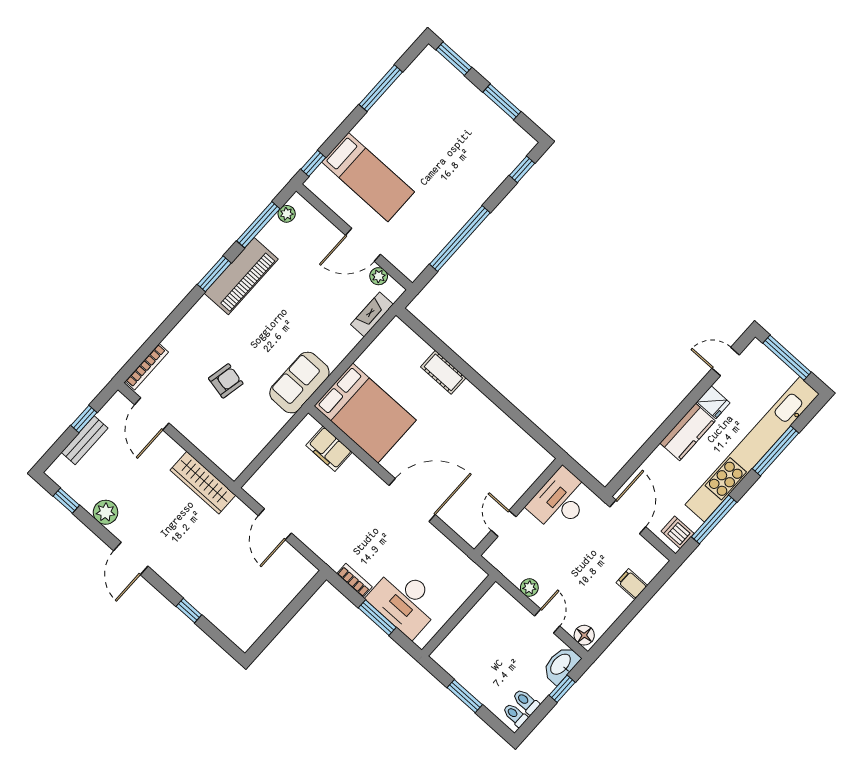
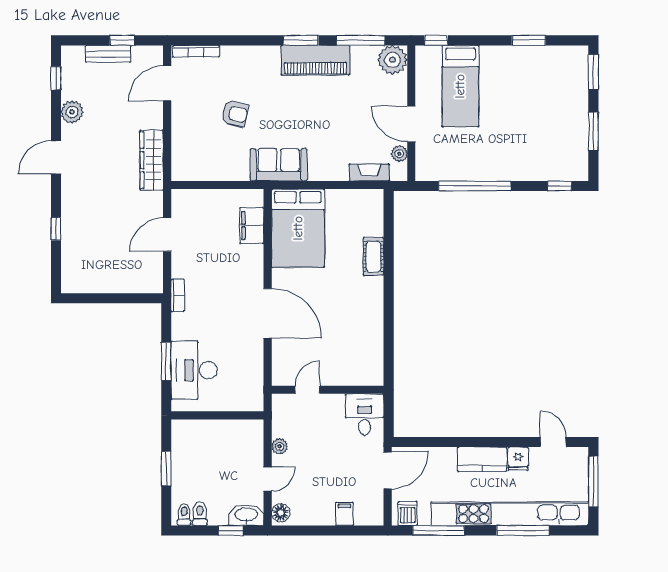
window: (381, 88) -> (529, 40), width x0.69
plant: (287, 214) -> (392, 60), width x1.88, depth x1.88
desk: (560, 501) -> (365, 414), width x0.73
bookcase: (354, 580) -> (178, 295), moved

